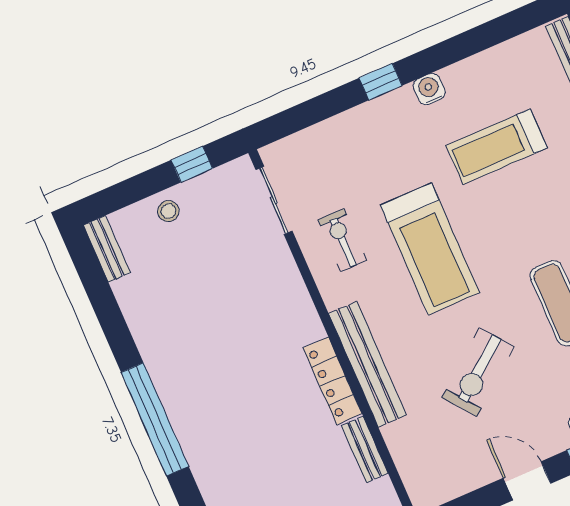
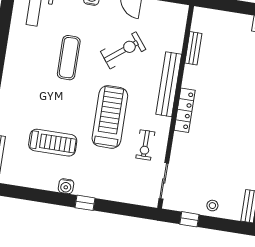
locker: (333, 381) -> (185, 110), moved

